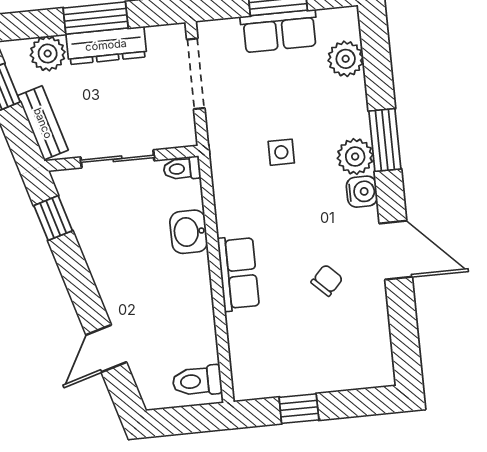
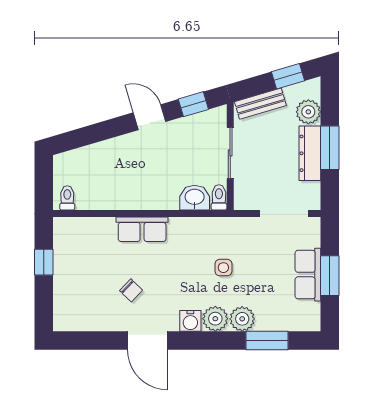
plant: (346, 59) -> (242, 319), moved
window: (385, 140) -> (267, 340), moved
washbasin: (189, 232) -> (195, 198), moved
door: (396, 250) -> (147, 340), hinge flipped
door: (106, 349) -> (149, 117), moved
toilet: (197, 381) -> (67, 198), width x0.73, depth x0.72

